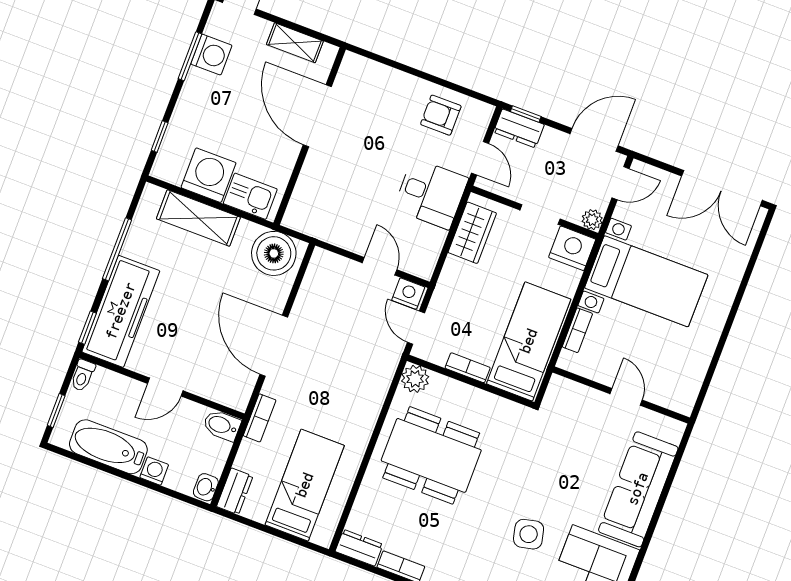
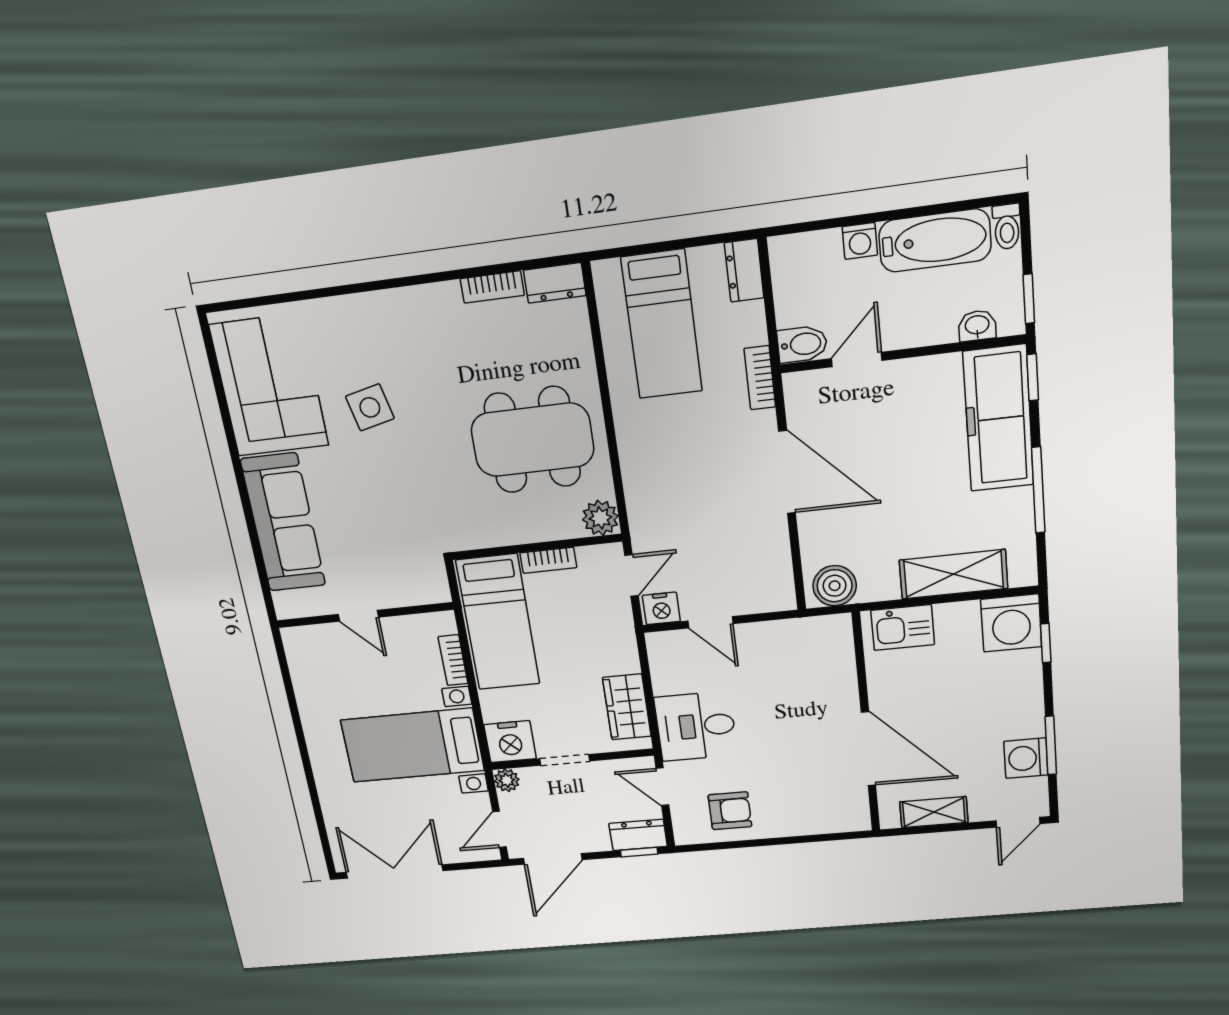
washing machine: (209, 175) -> (1011, 623), moved
boiler: (274, 253) -> (835, 586), width x0.73, depth x0.73
door: (416, 328) -> (632, 575), hinge flipped
toilet: (83, 375) -> (1007, 227), moved, turned 180
door: (165, 387) -> (857, 360), moved
window: (56, 411) -> (1029, 299), moved
washbasin: (206, 487) -> (977, 326), moved, turned -90

